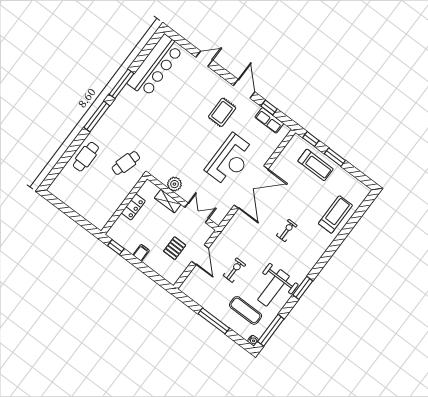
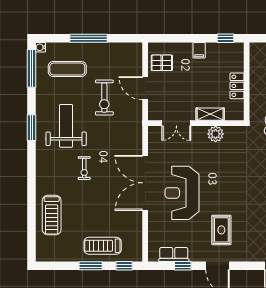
pallet: (175, 248) -> (162, 63), moved, turned 90
exercise bike: (234, 270) -> (104, 98), width x1.38, depth x1.39
weight bench: (273, 288) -> (66, 126), moved

